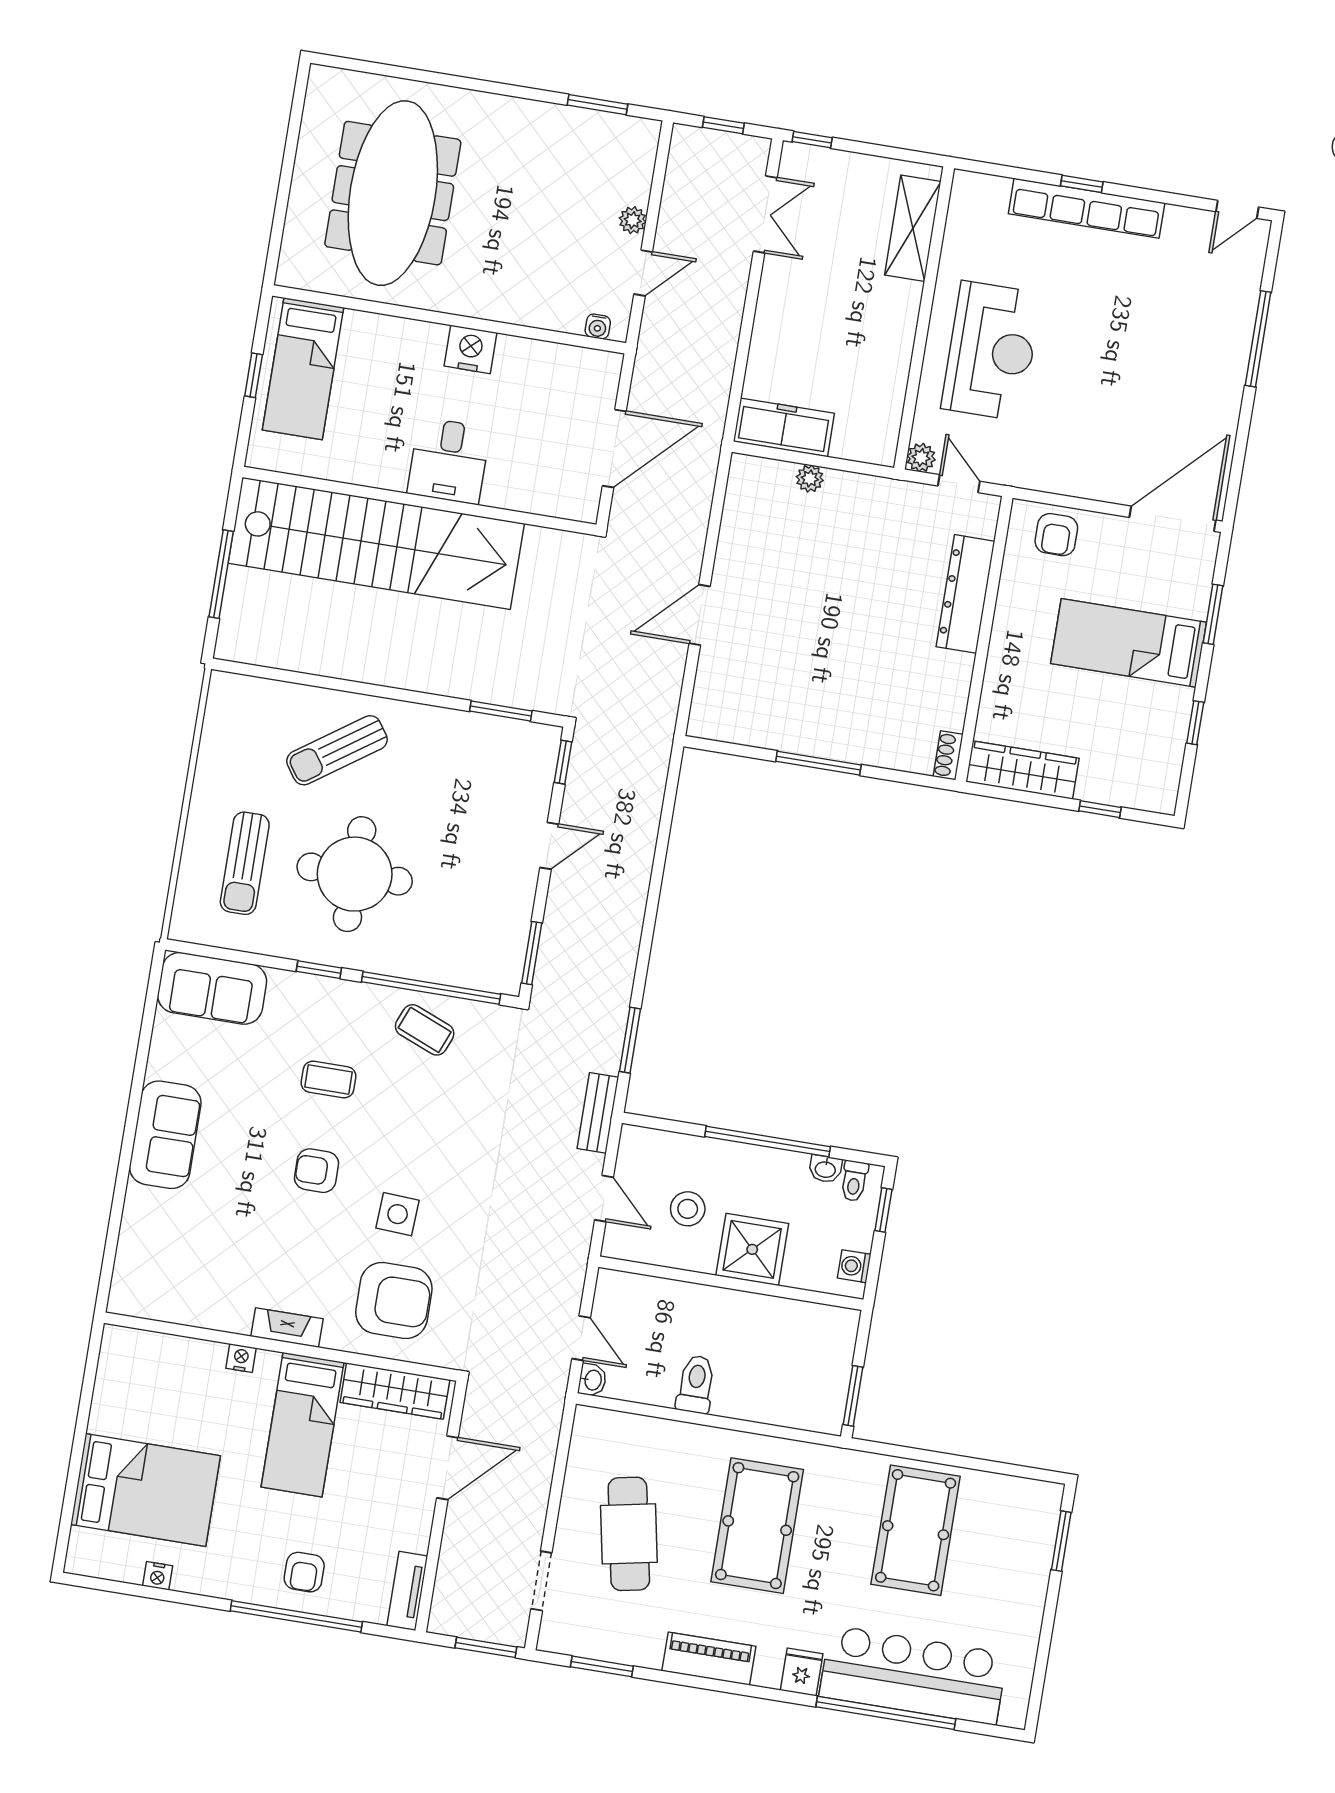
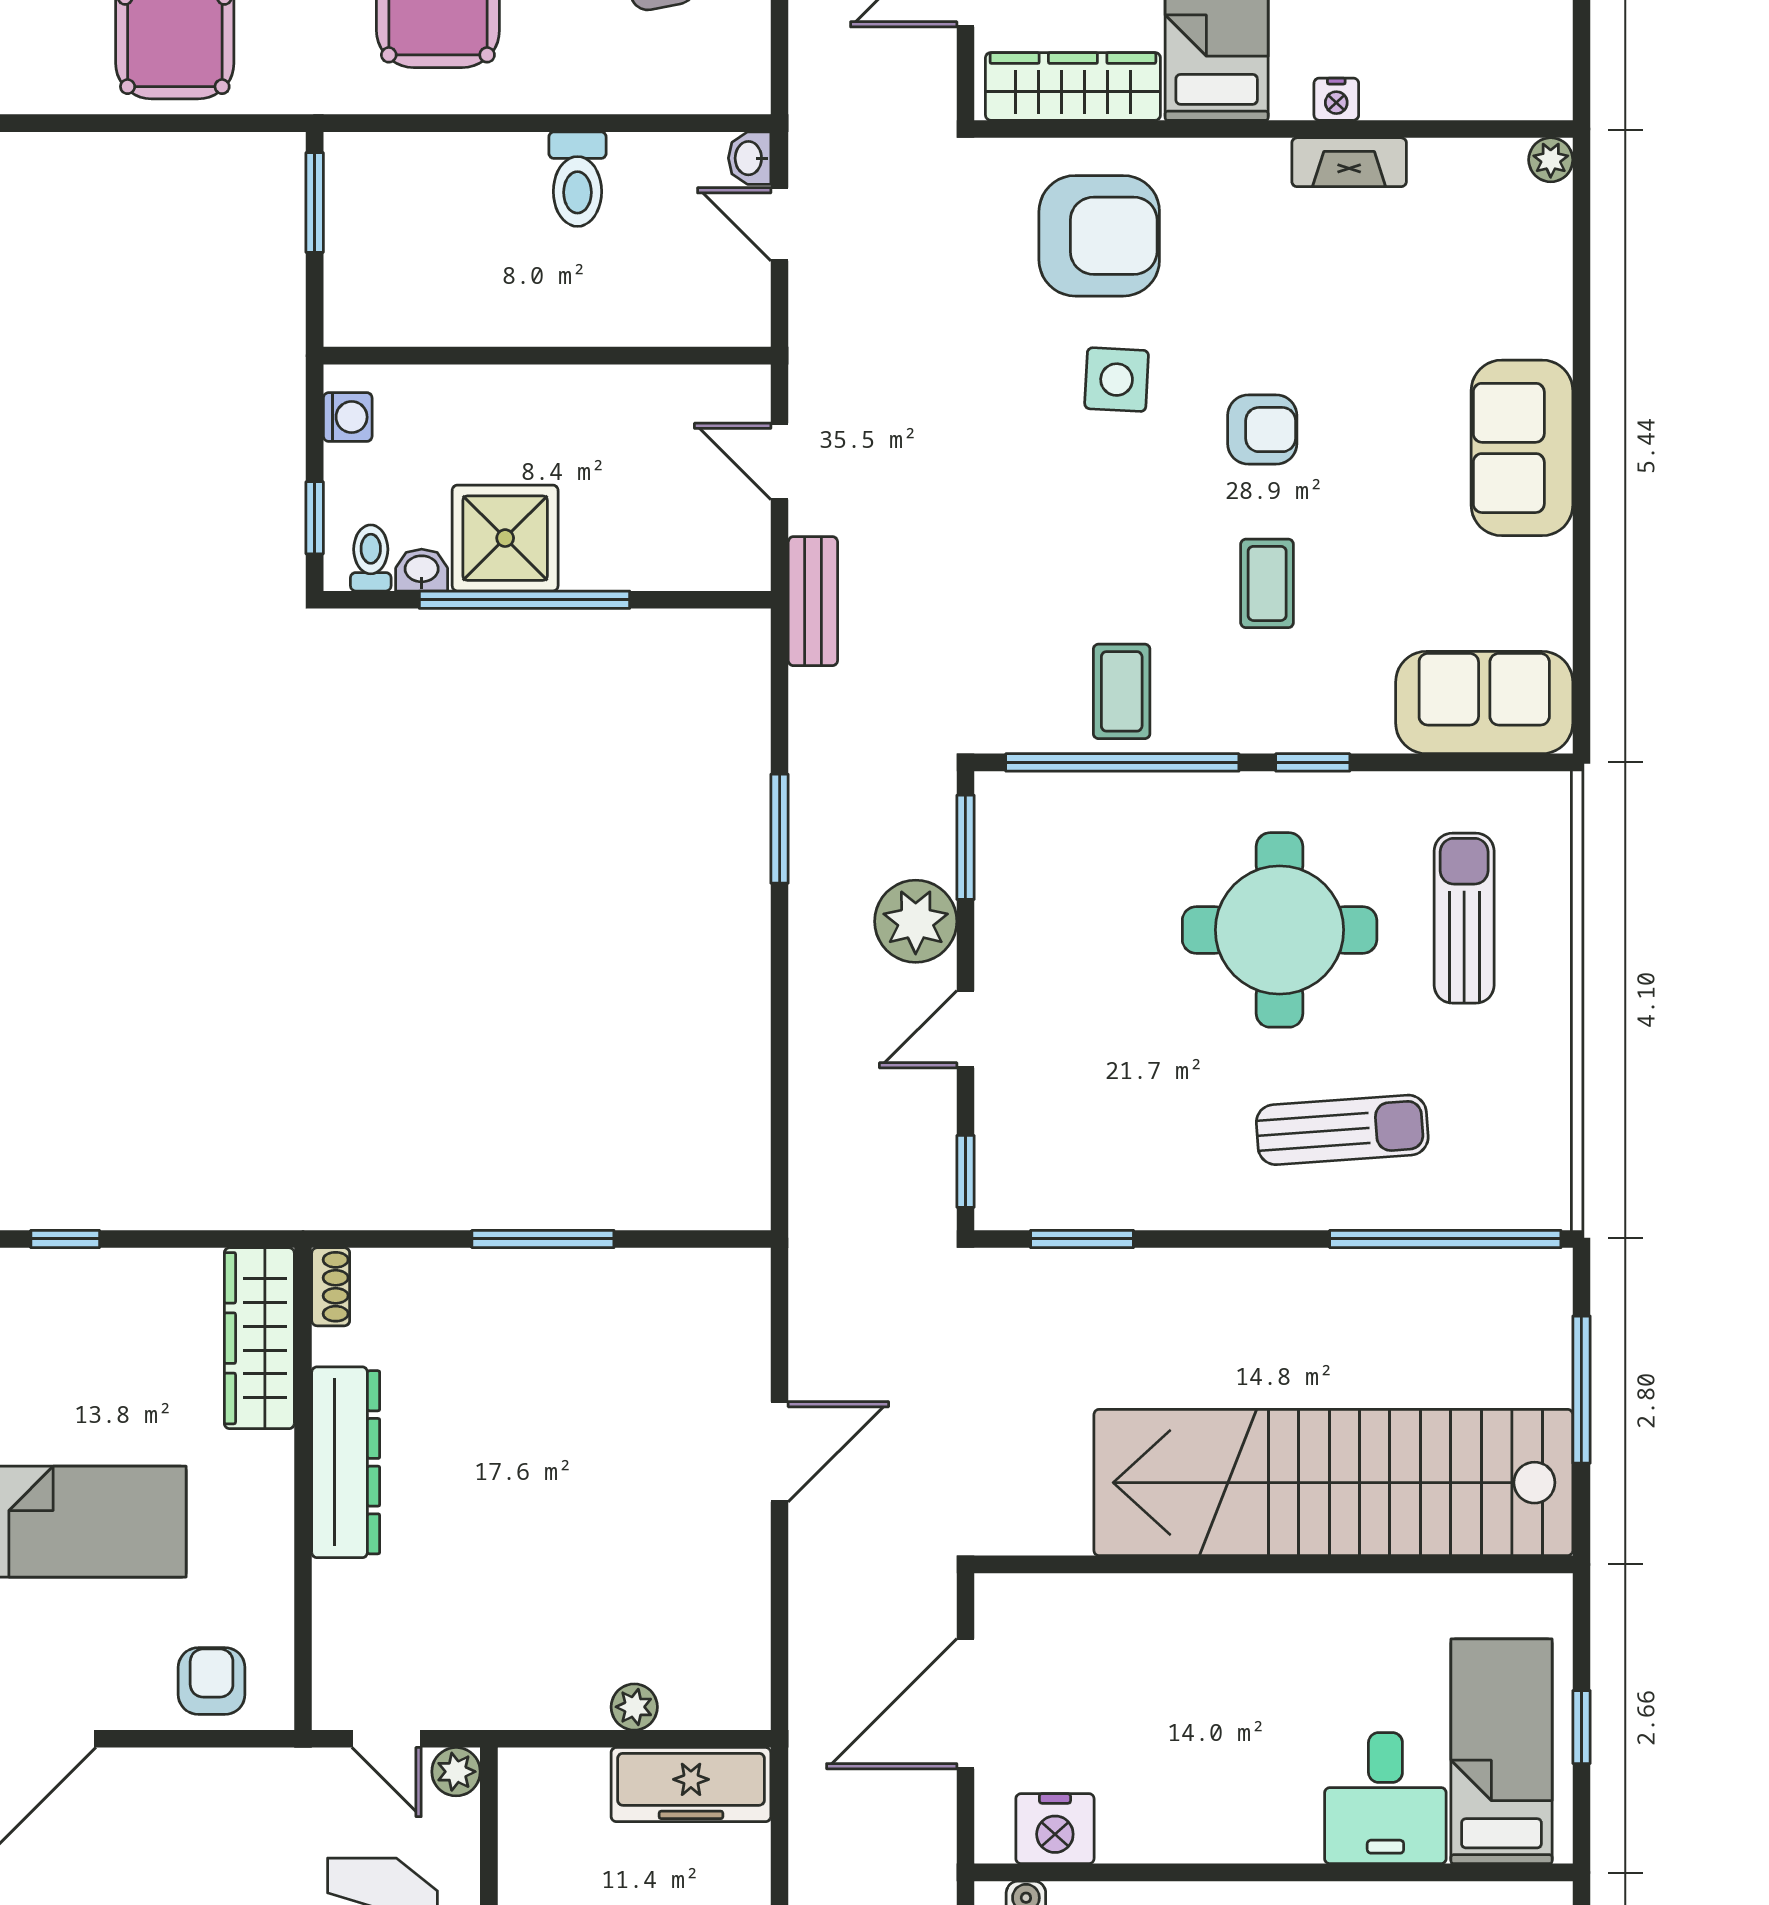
nightstand: (470, 349) -> (1055, 1829), moved
desk: (449, 461) -> (1385, 1798), moved, turned 180
dresser: (965, 594) -> (346, 1462), moved
window: (287, 676) -> (1445, 1239), added
sun lounger: (337, 750) -> (1342, 1130), turned 31
wardrobe: (1022, 770) -> (259, 1338), moved, turned 90
plant: (568, 914) -> (916, 921), added
coffee table: (425, 1030) -> (1122, 691), turned 68
window: (630, 1040) -> (780, 829), moved
coffee table: (329, 1080) -> (1267, 583), turned 90
stool: (688, 1209) -> (638, 467), removed
shower: (752, 1249) -> (505, 538), moved
armchair: (394, 1301) -> (1099, 236), turned 180
plant: (120, 1302) -> (1551, 160), added
fireplace: (287, 1328) -> (1349, 162), moved

